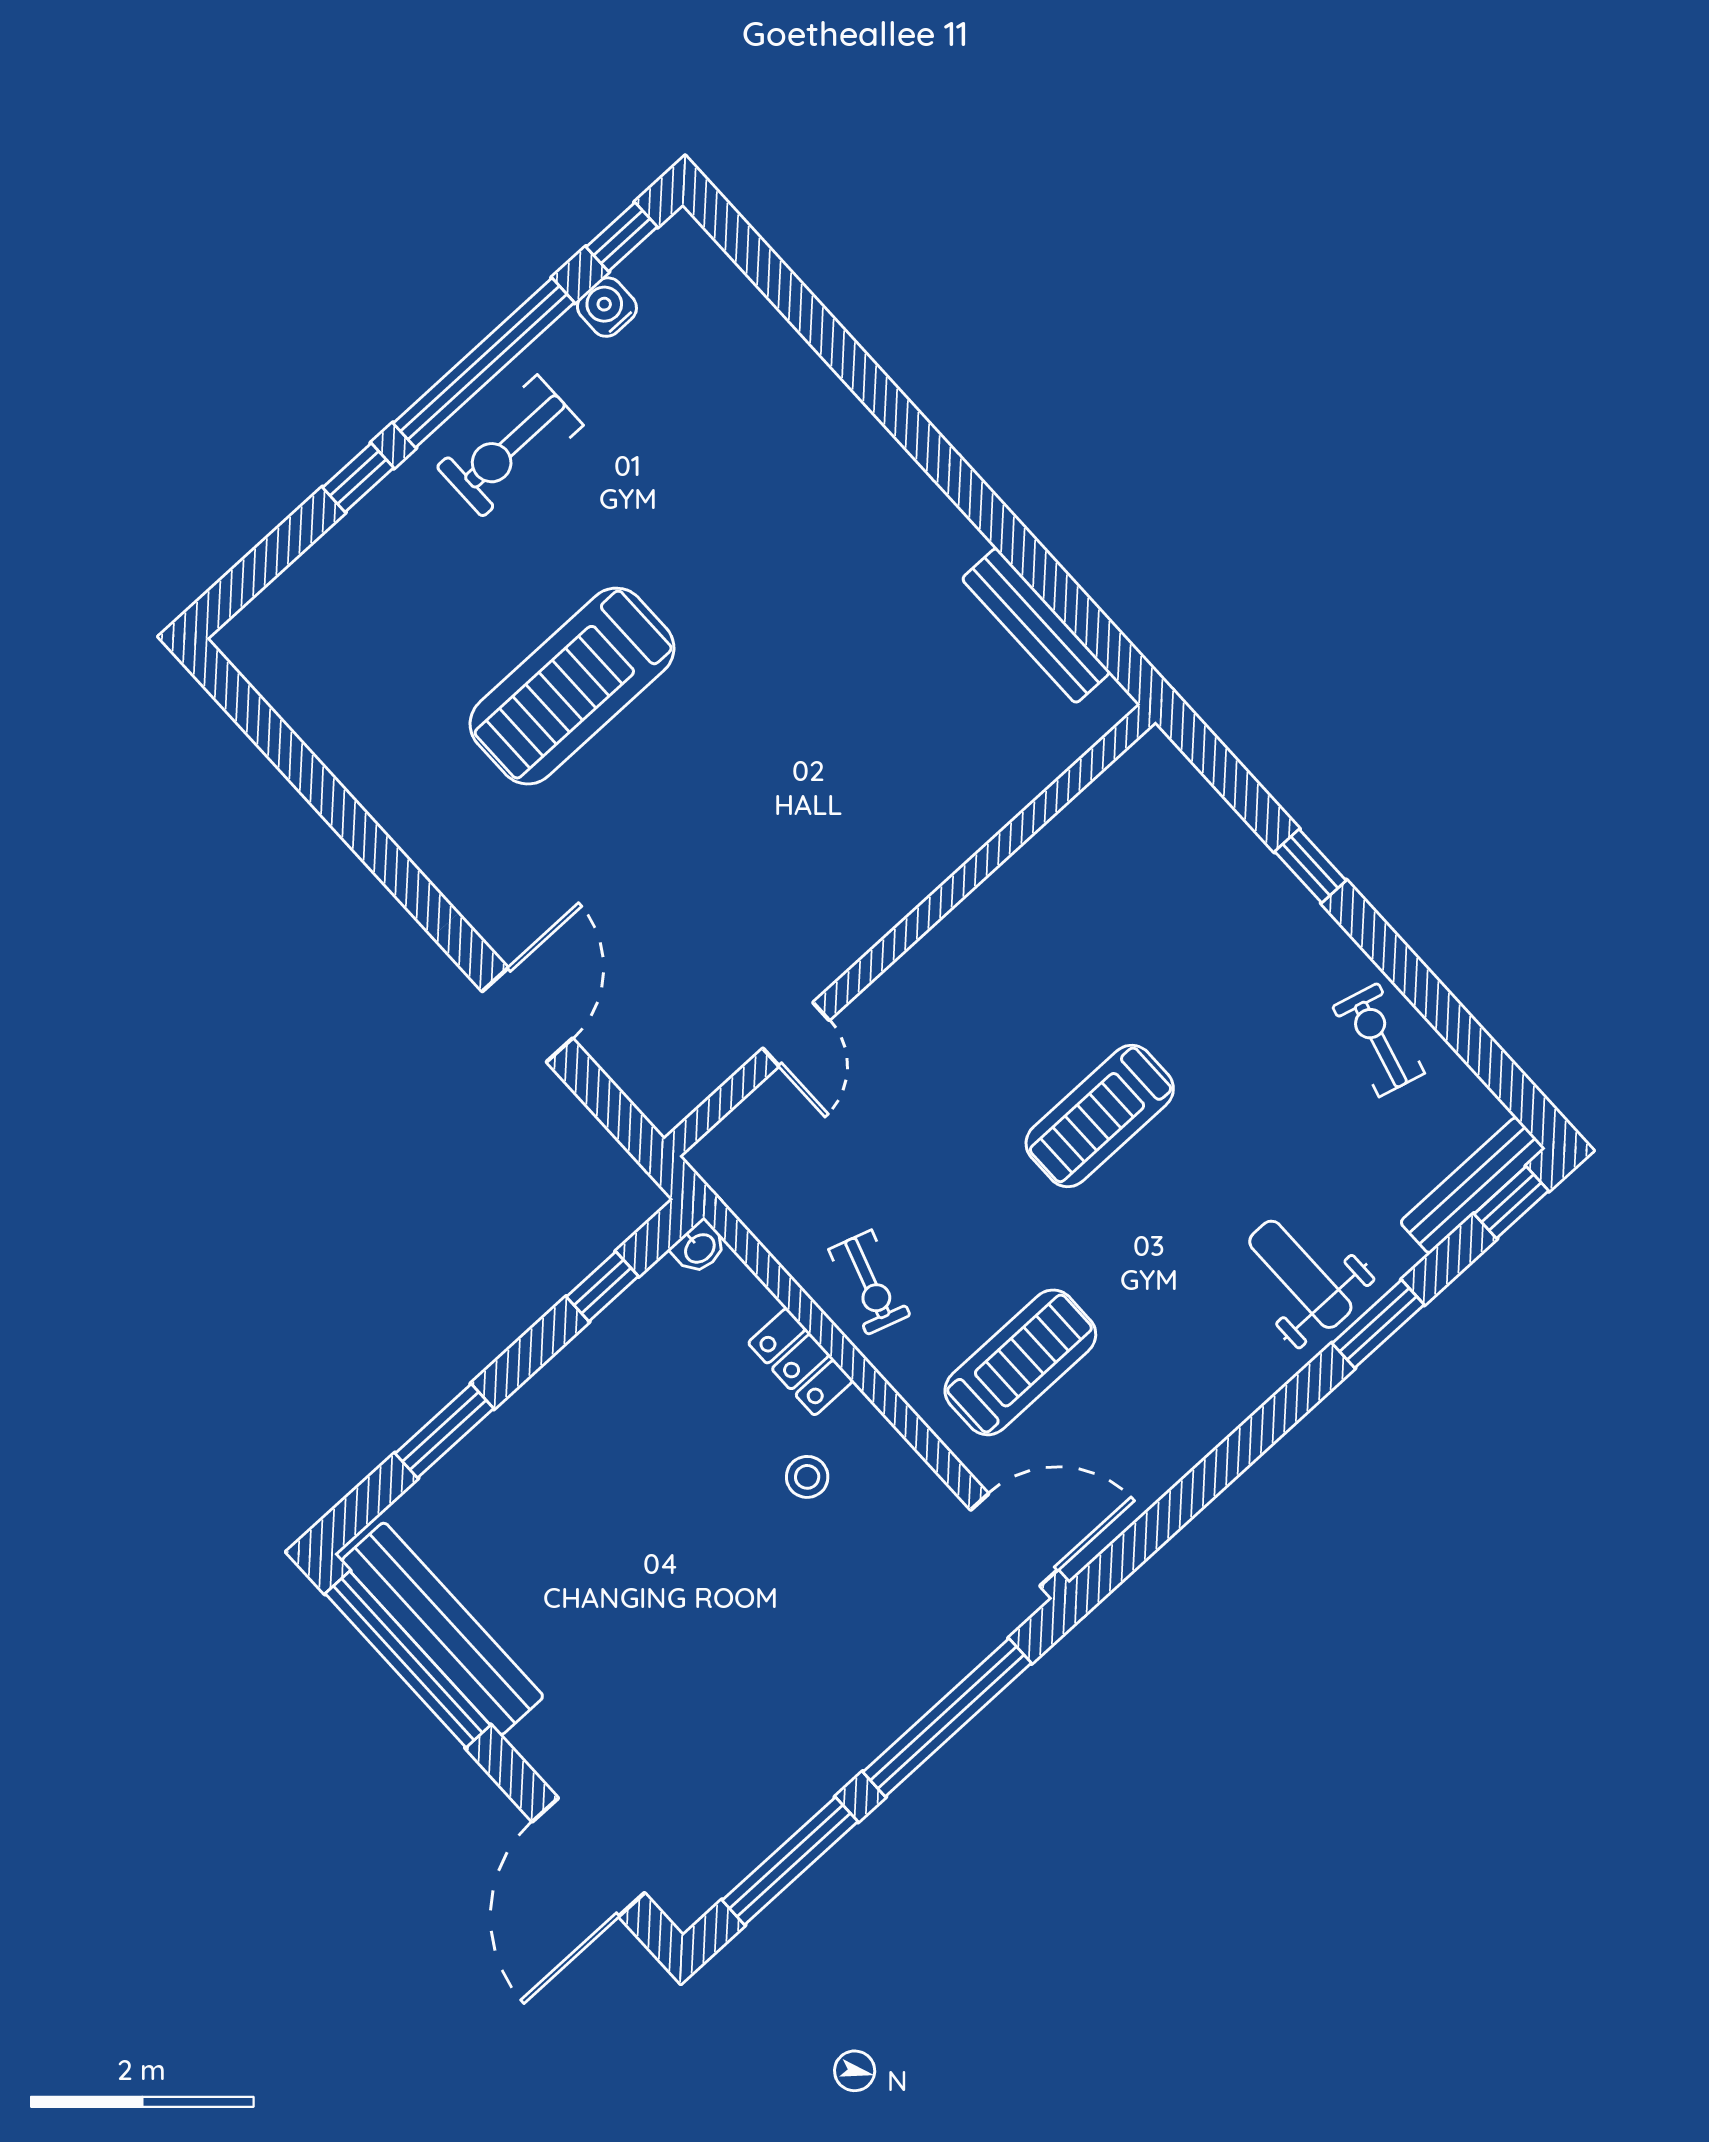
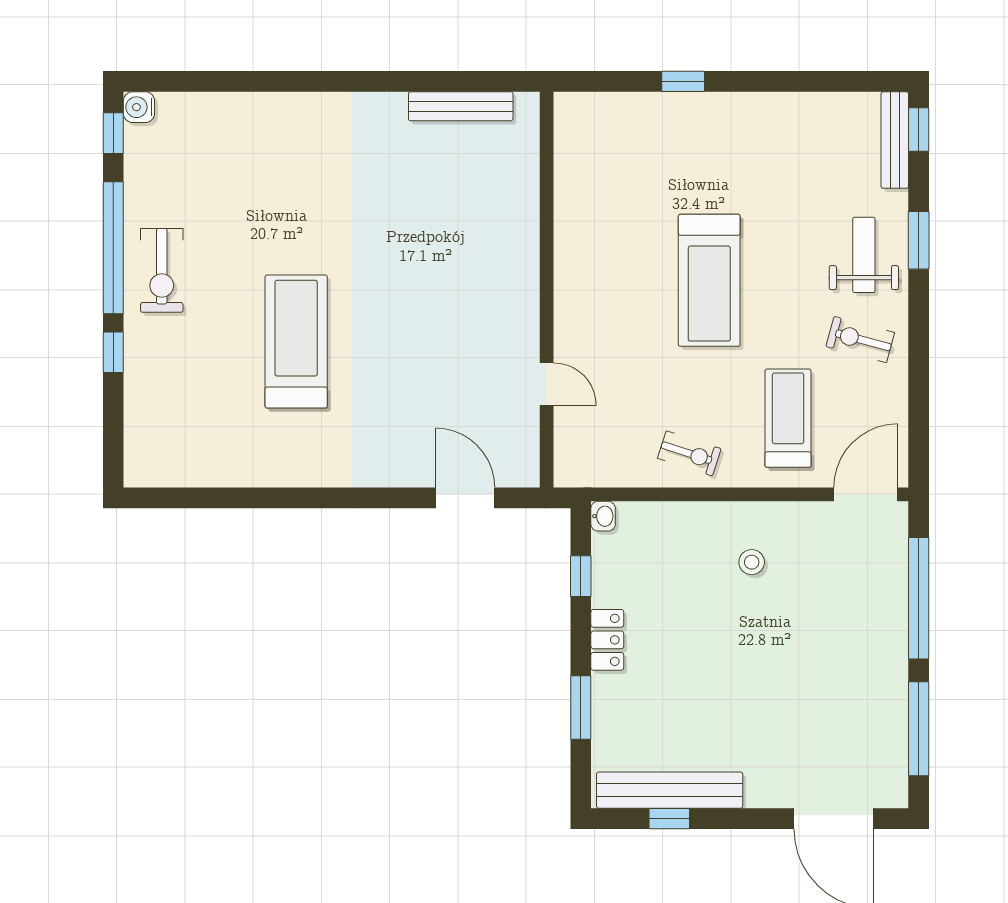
water cooler: (607, 307) -> (139, 107), moved
treadmill: (572, 686) -> (296, 342), turned 180
door: (527, 1015) -> (465, 498), moved
exercise bike: (1379, 1040) -> (860, 339), moved
treadmill: (1100, 1116) -> (709, 280), width x1.37, depth x1.38
weight bench: (1300, 1274) -> (864, 255), turned 90
locker: (801, 1362) -> (607, 640), moved, turned -90
window: (408, 1659) -> (669, 819), width x0.32

